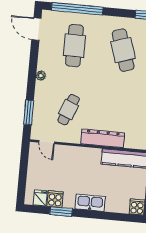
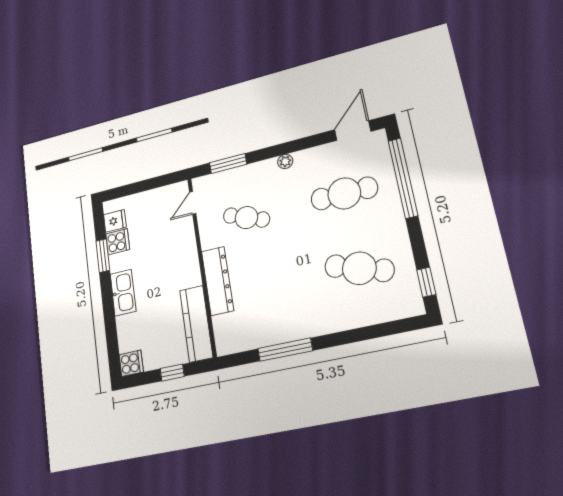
cafe table: (123, 50) -> (359, 268), turned 36

